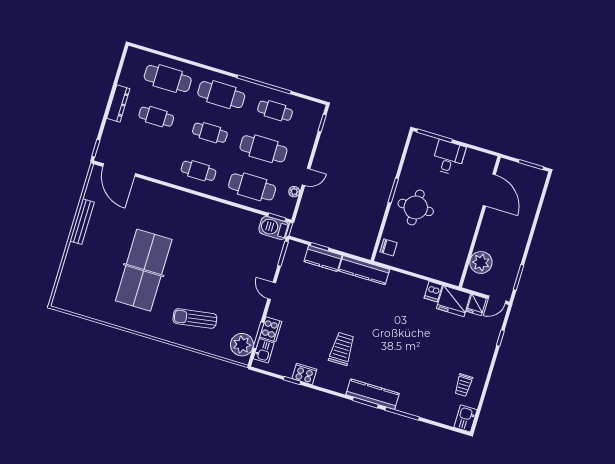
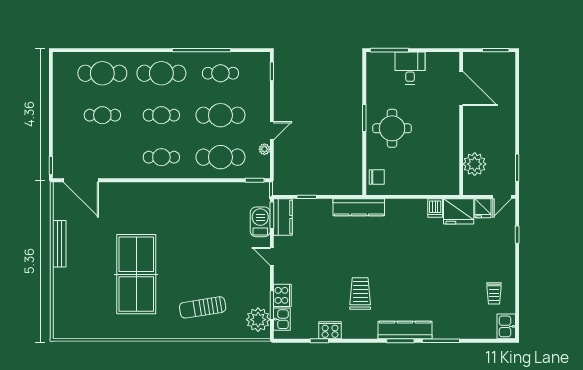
dresser: (118, 103) -> (60, 113), removed
barbecue: (274, 228) -> (260, 222), moved, turned 90
kitchen counter: (323, 258) -> (283, 217), moved, turned -90

